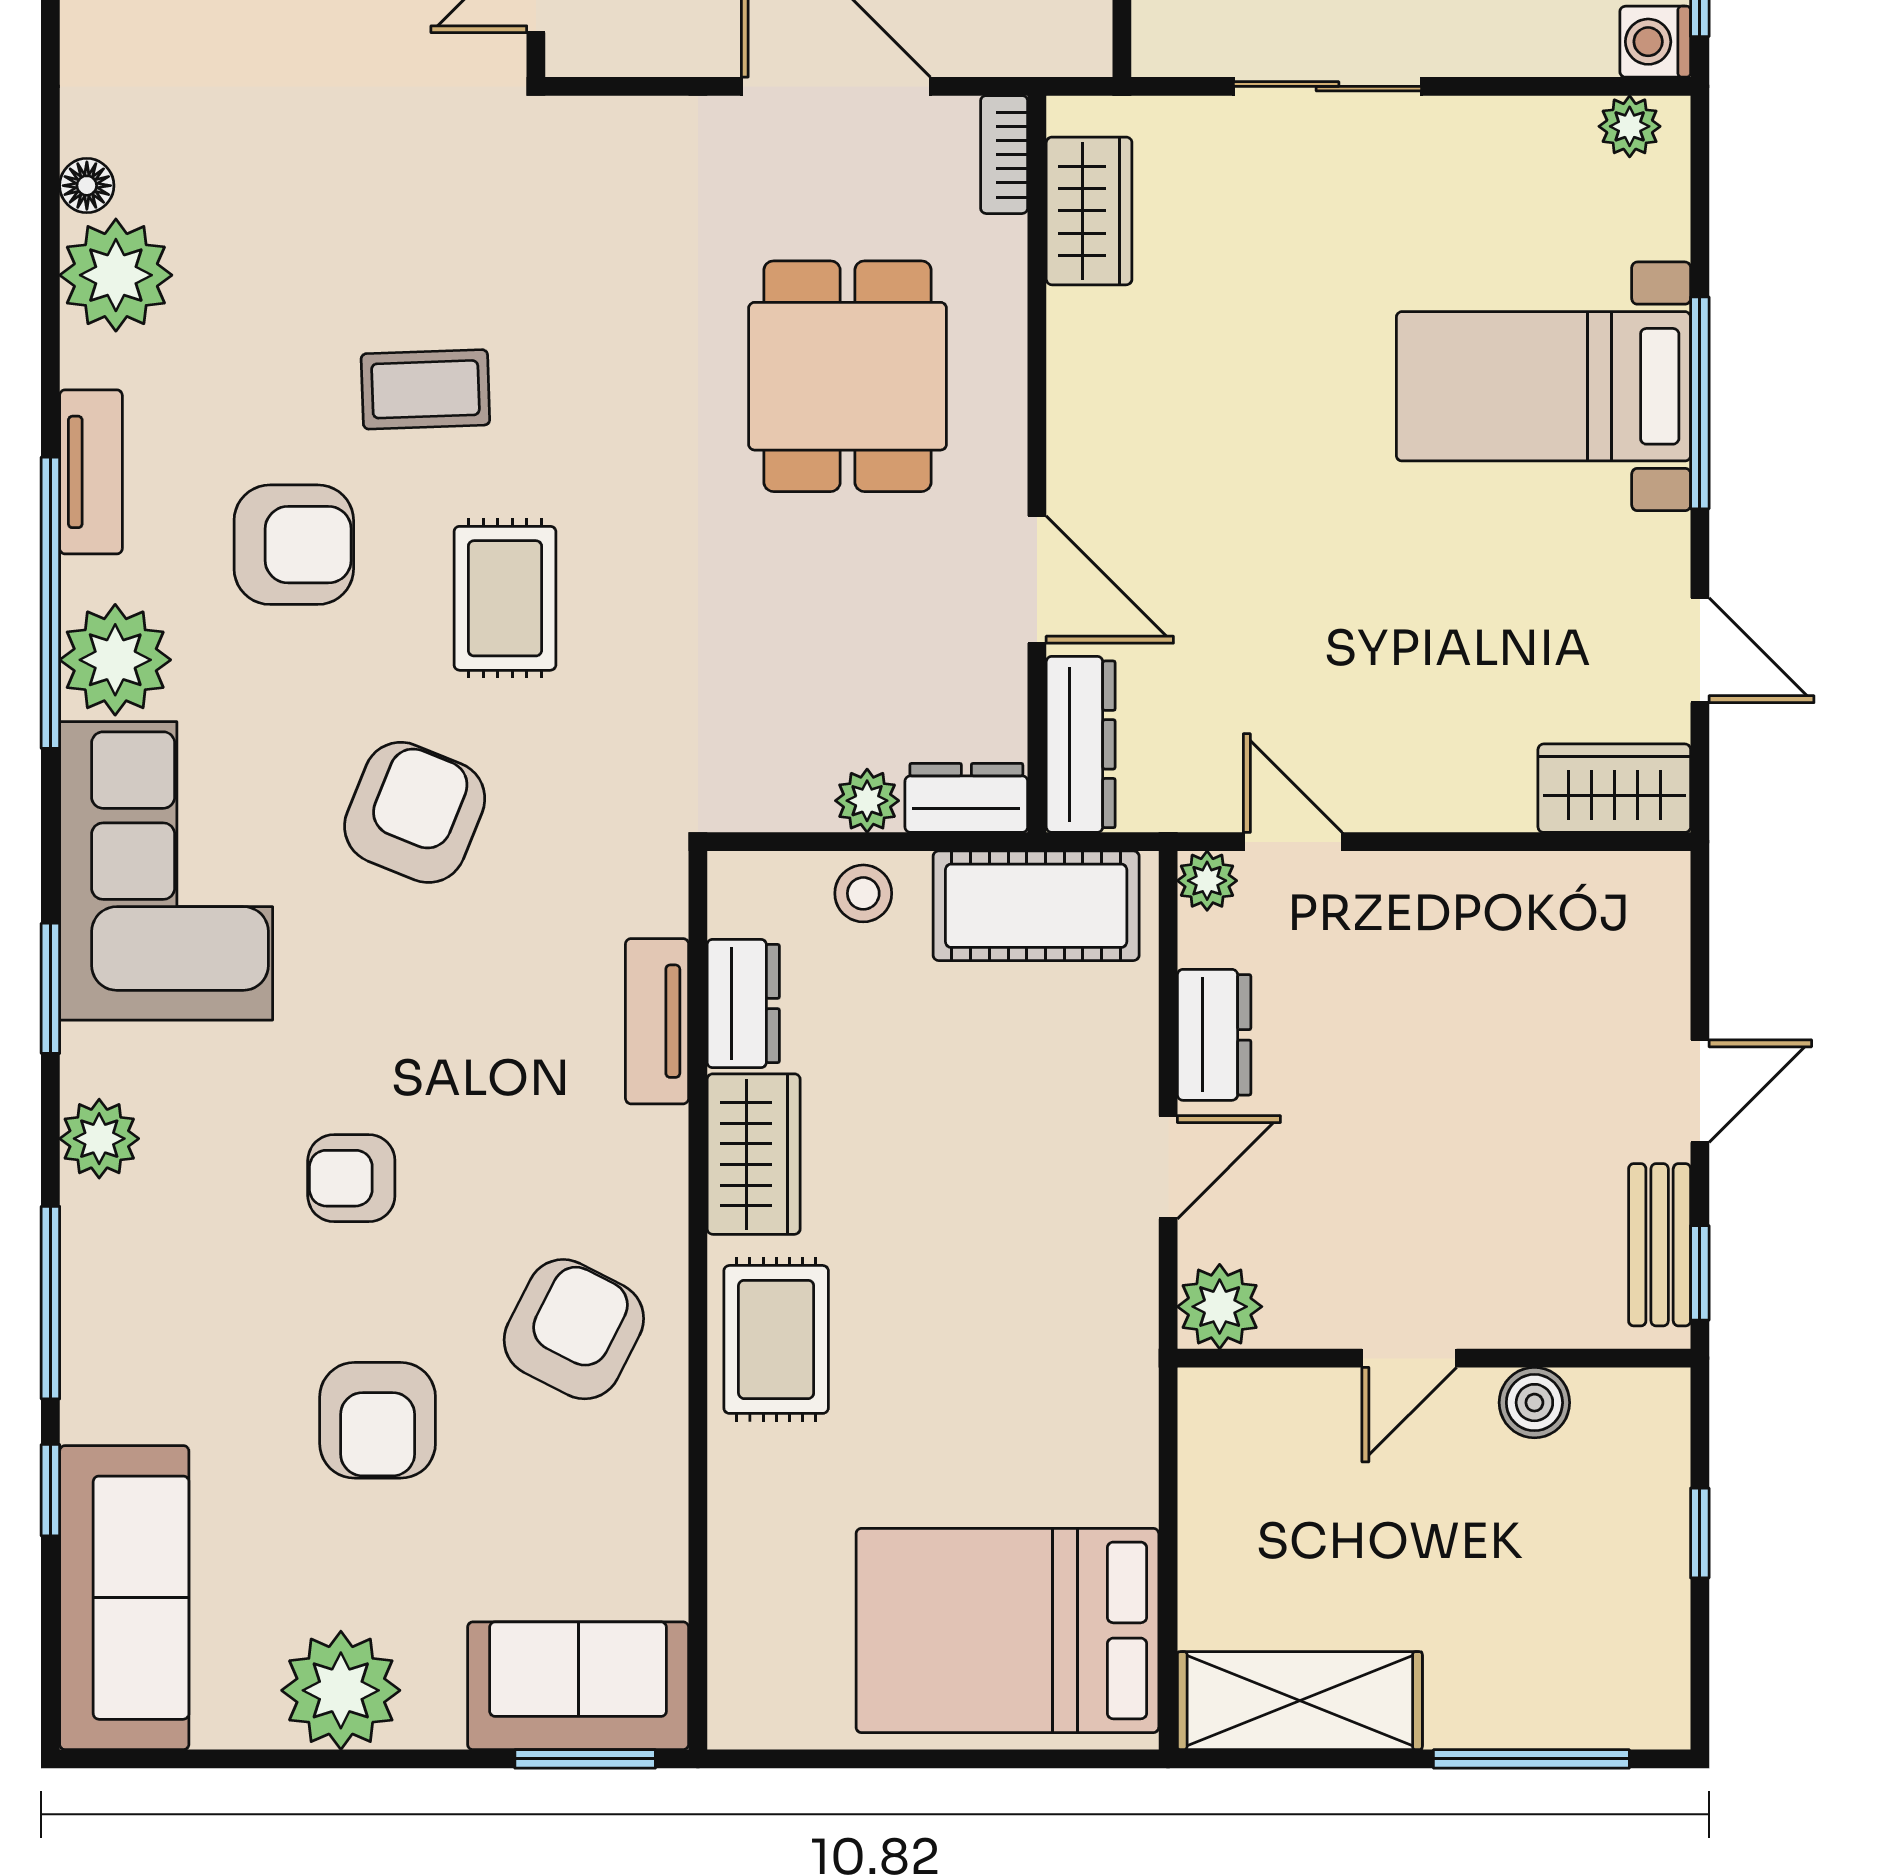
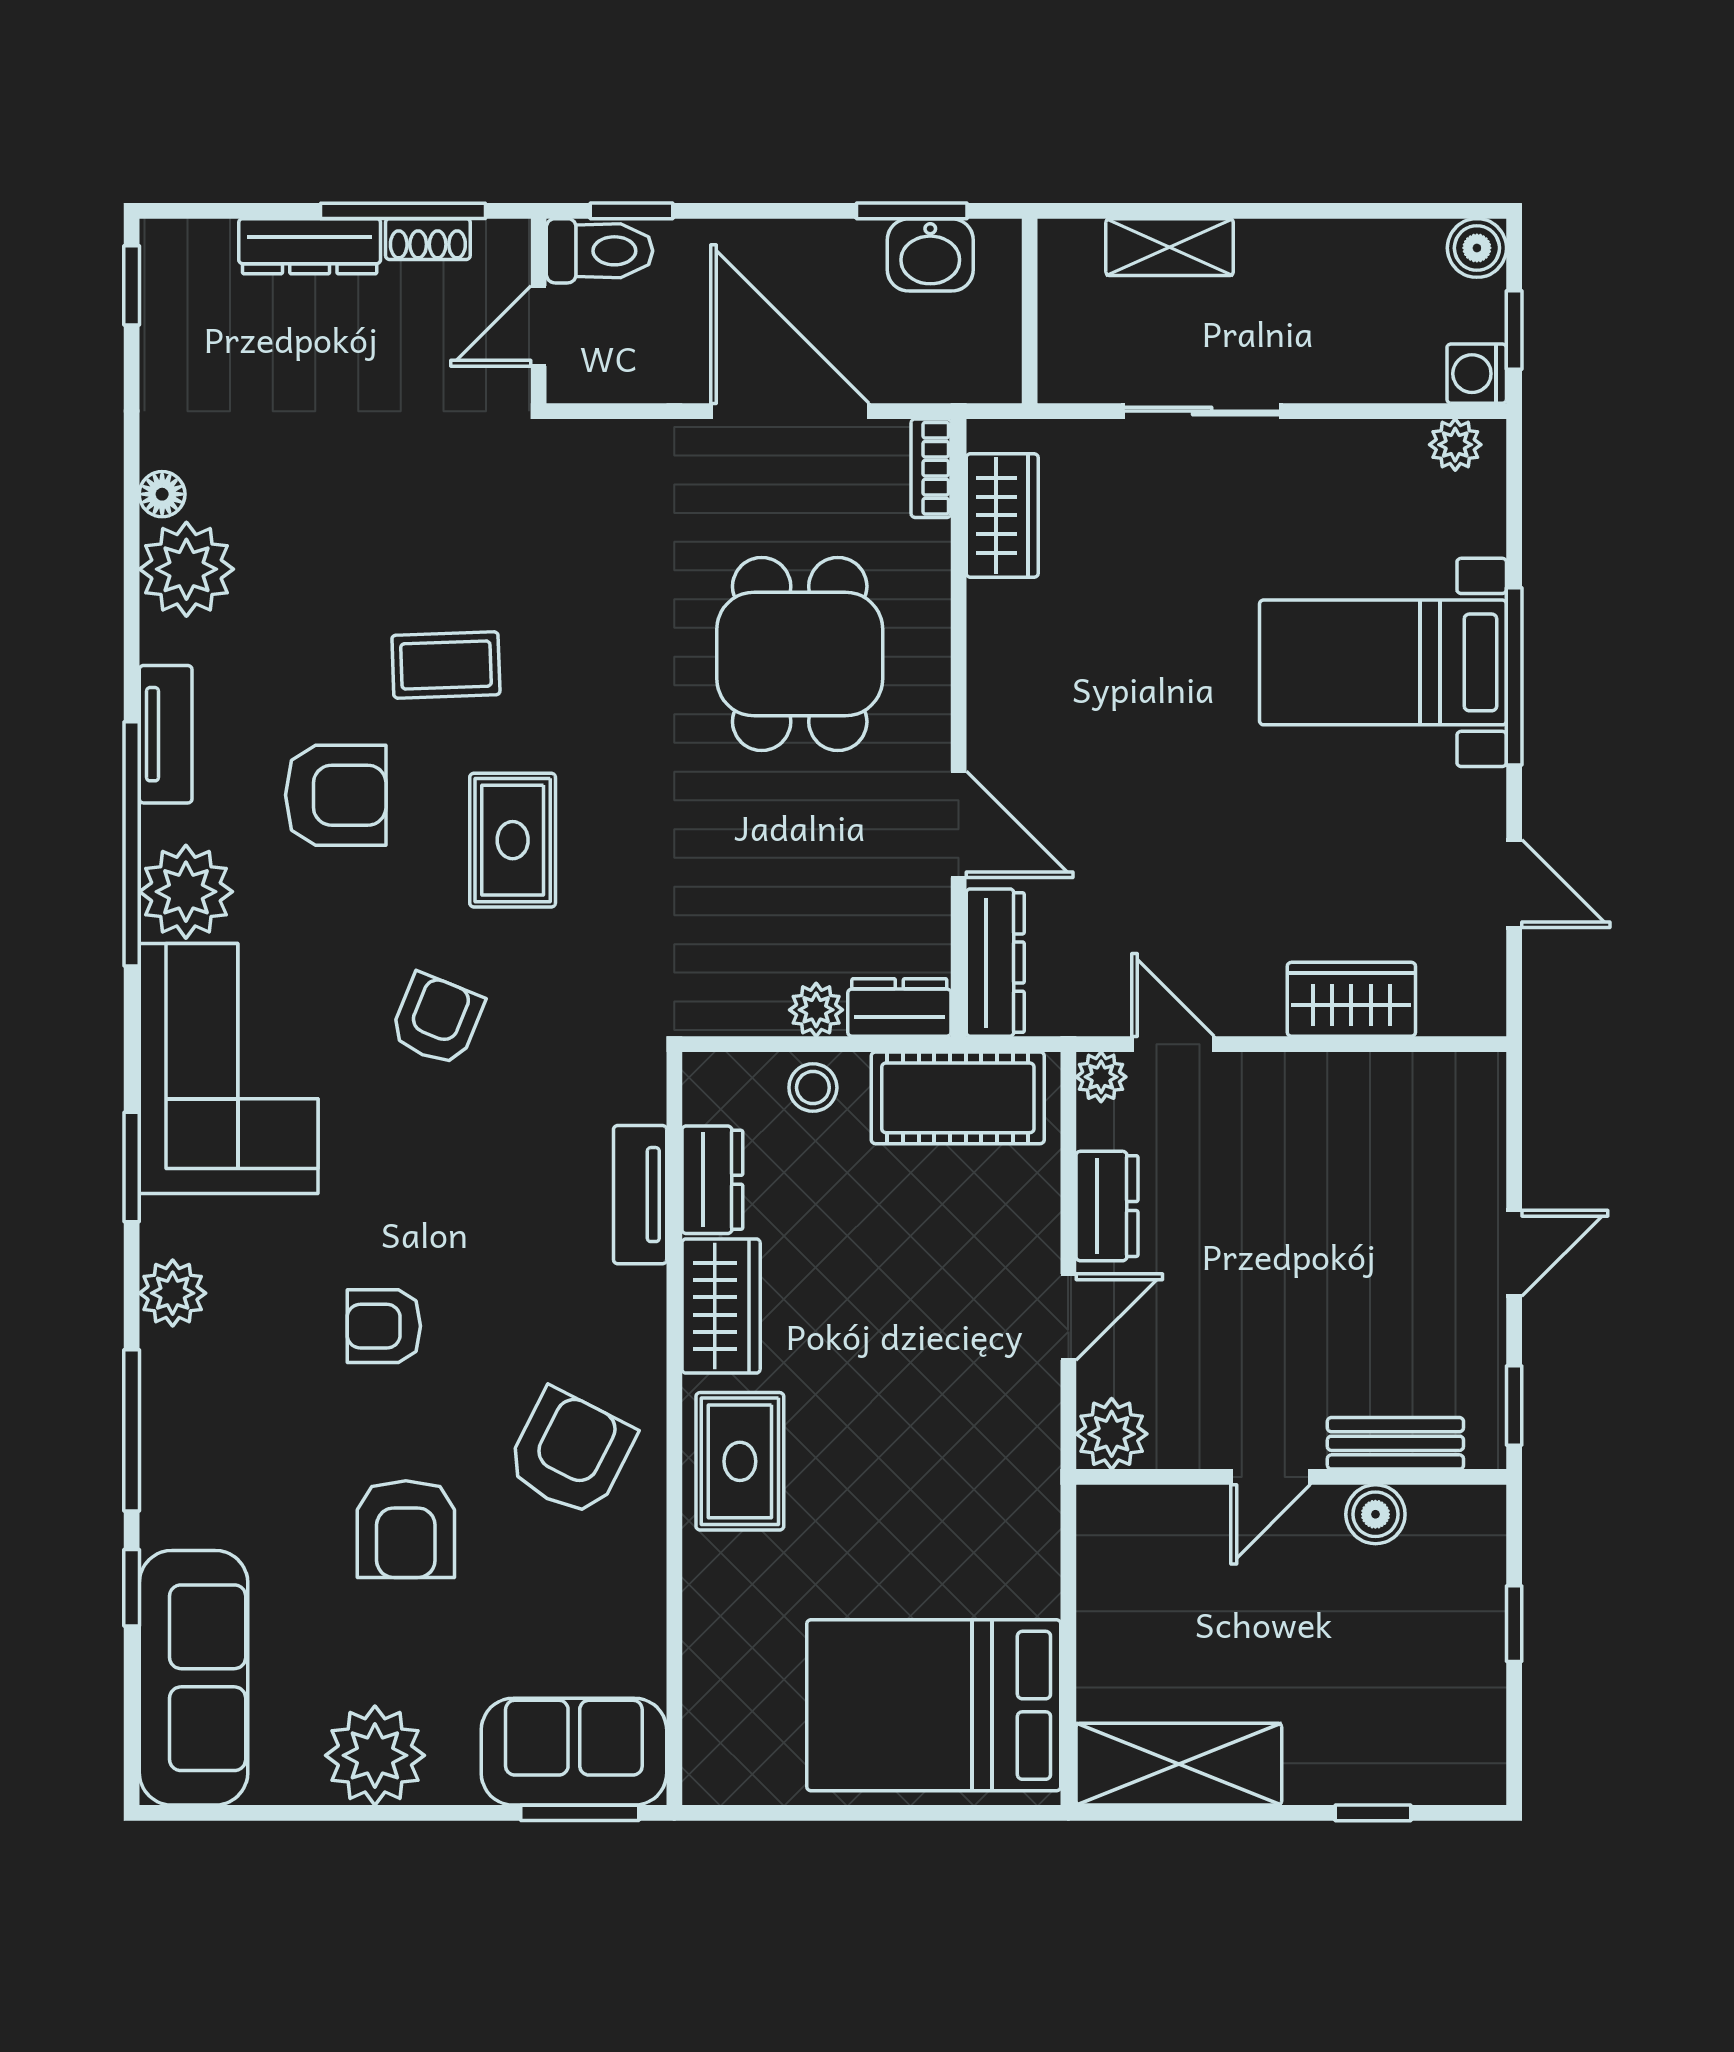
wardrobe: (1614, 788) -> (1351, 999), moved
armchair: (415, 812) -> (437, 1020), width x0.72, depth x0.72
bench: (1660, 1245) -> (1395, 1443), moved, turned 90
window: (1531, 1759) -> (1373, 1813), width x0.46

